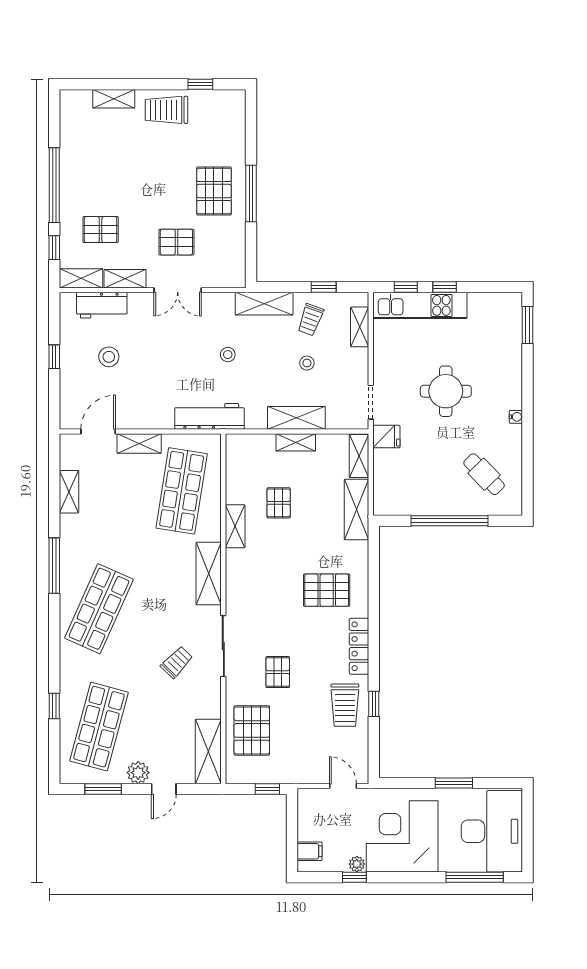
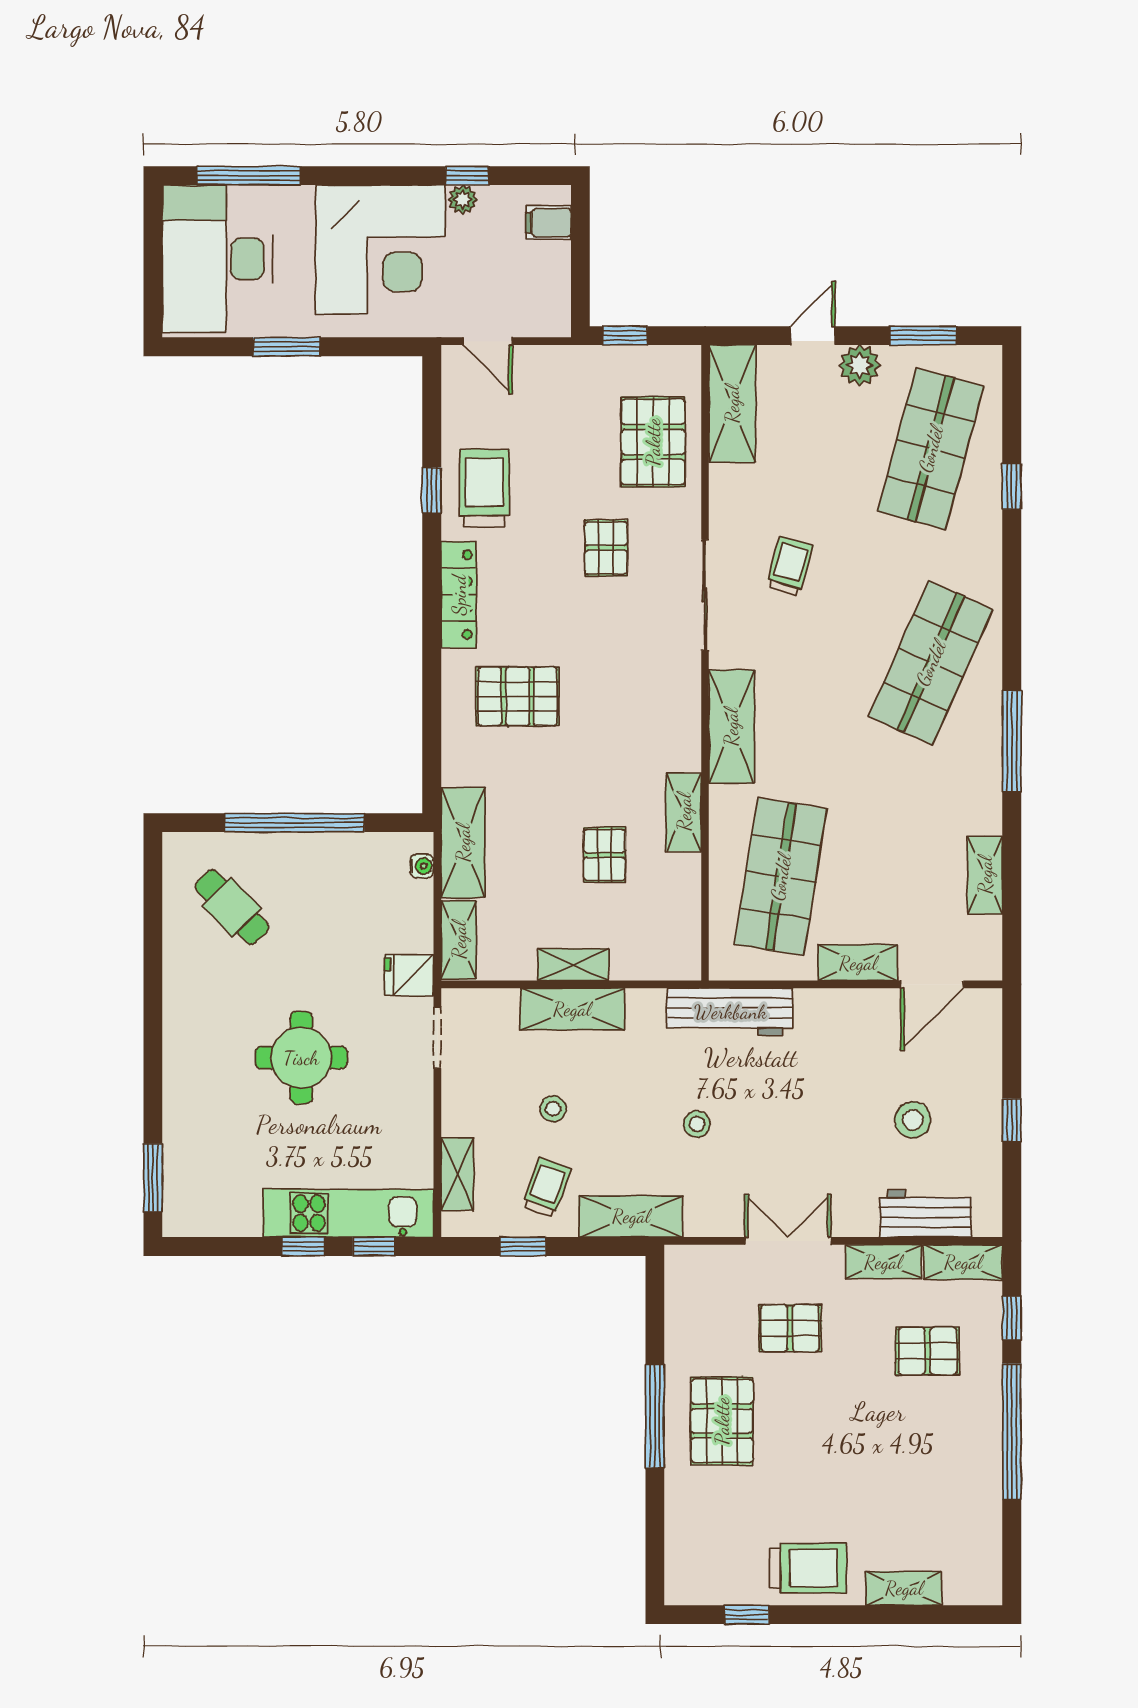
water cooler: (516, 417) -> (422, 866), moved, turned 180
trolley: (177, 662) -> (790, 566), turned 152

